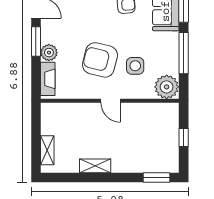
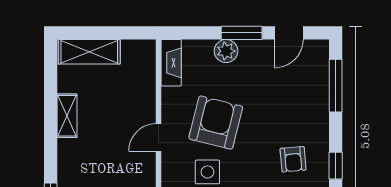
fireplace: (48, 79) -> (171, 63), moved, turned -90
shelving: (47, 150) -> (89, 52), width x1.50, depth x1.33

